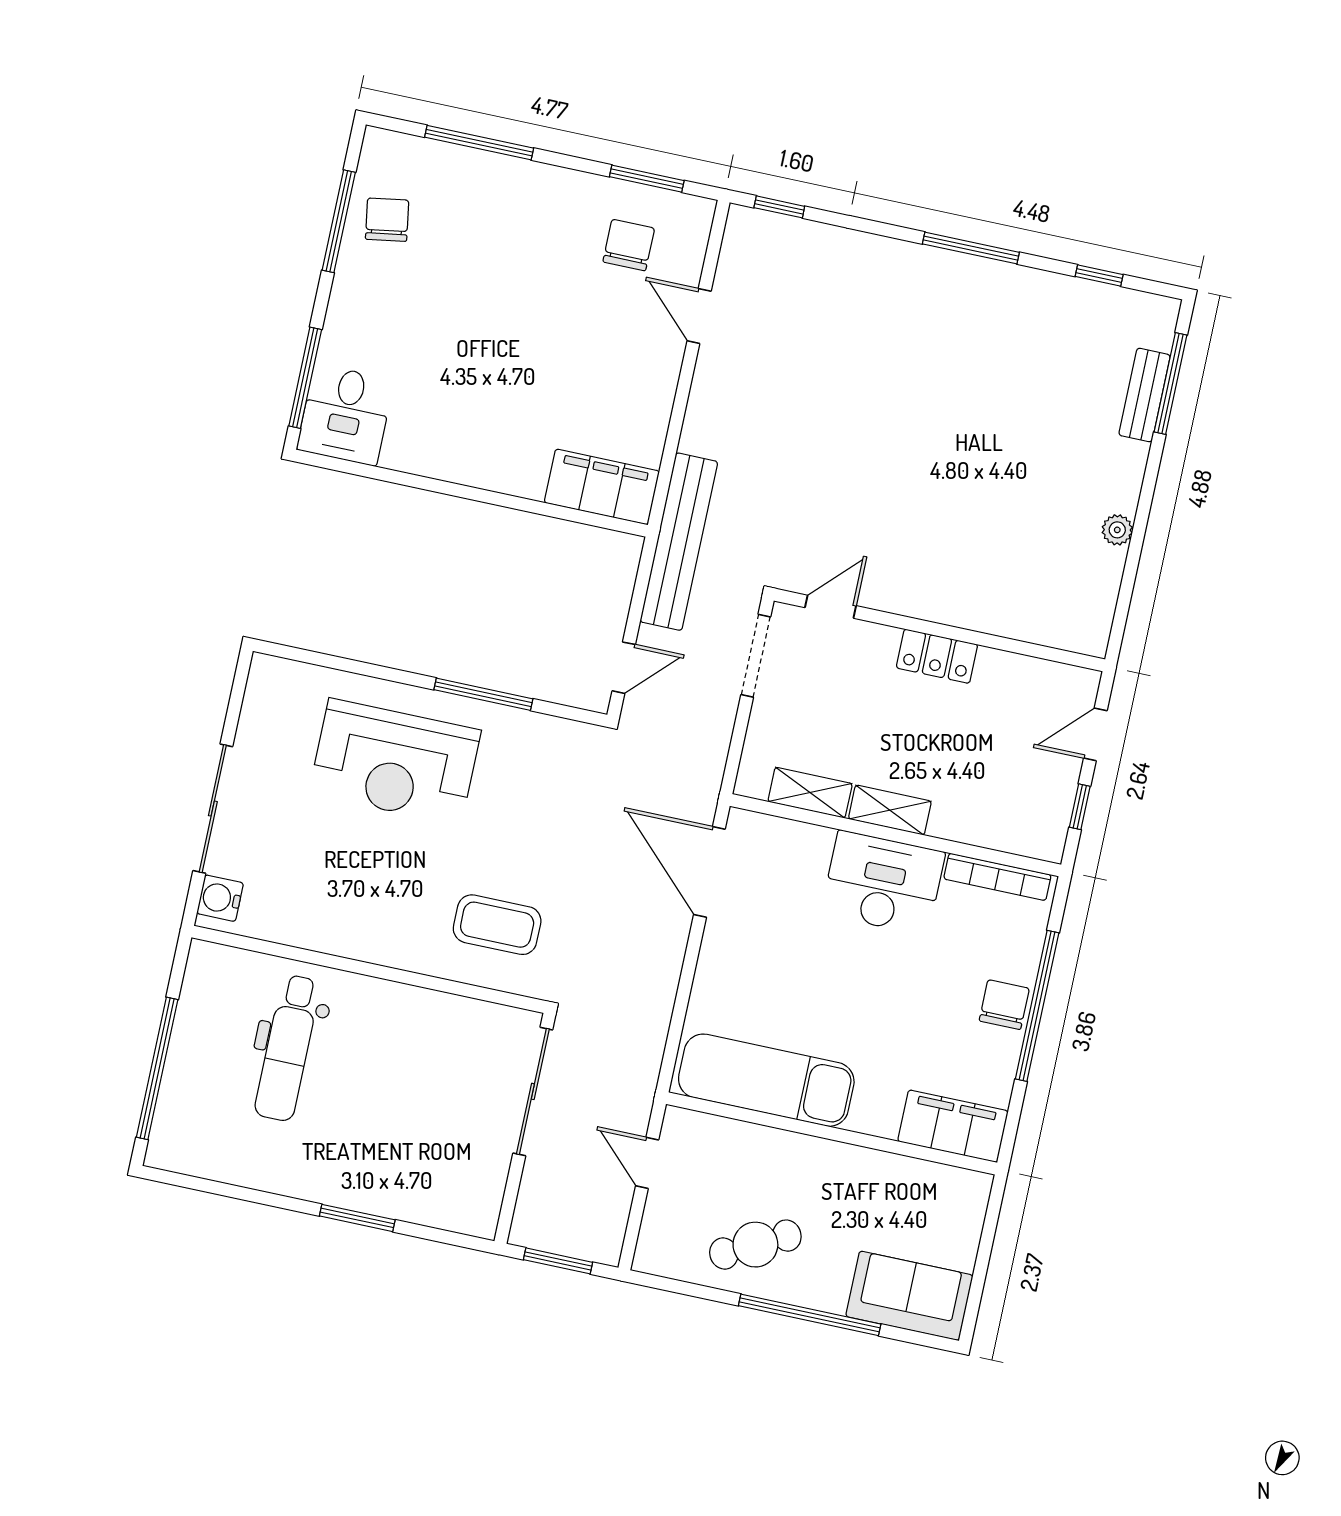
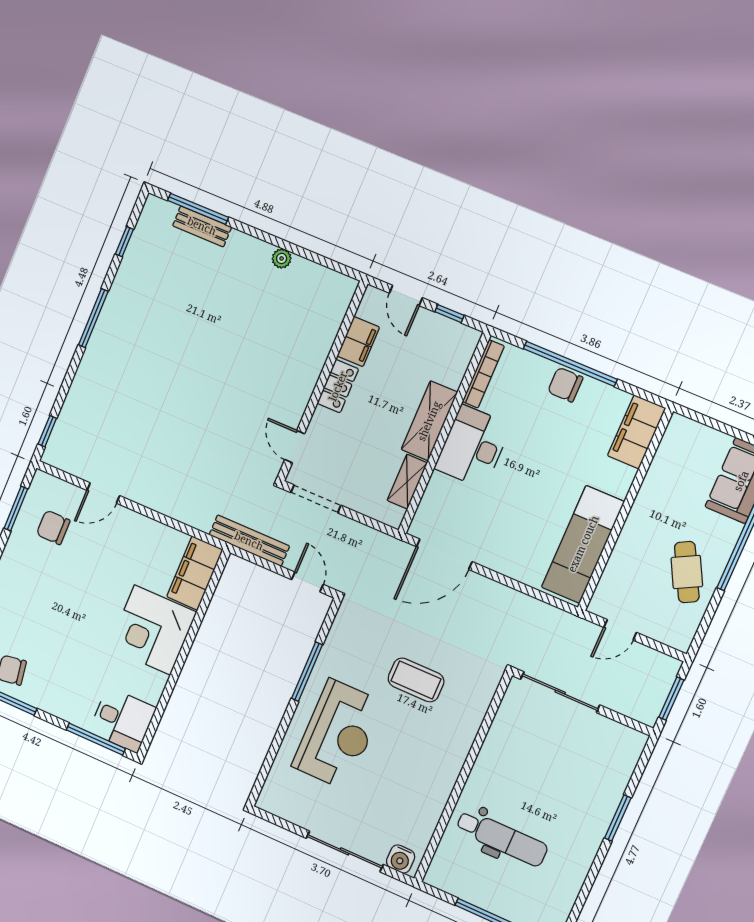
corner desk: (498, 436) -> (152, 630), added
bench: (679, 542) -> (249, 541), width x0.73, depth x0.82
filing cabinet: (1011, 674) -> (358, 342), added
shelving: (890, 810) -> (429, 421), width x1.50, depth x1.33
coffee table: (497, 925) -> (416, 680), moved, turned 90

